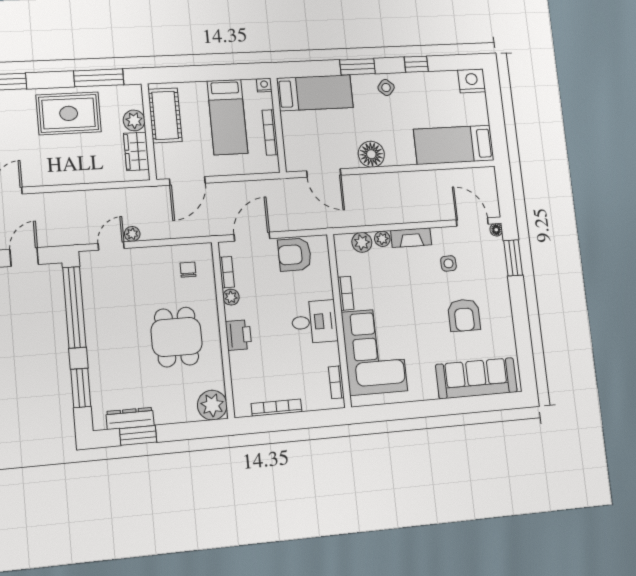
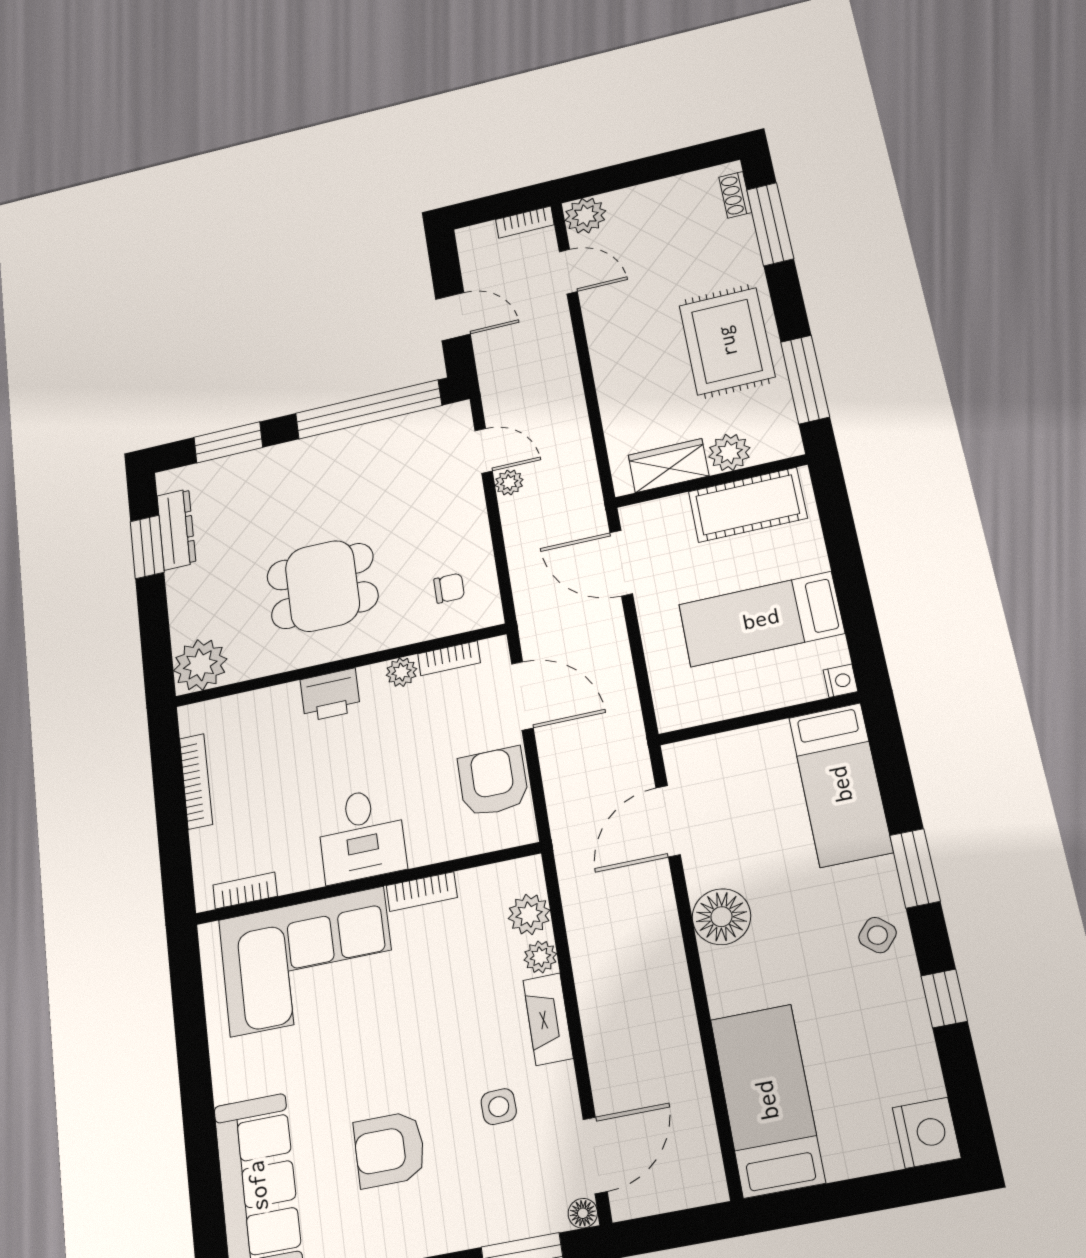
bookcase: (270, 132) -> (741, 705), removed

